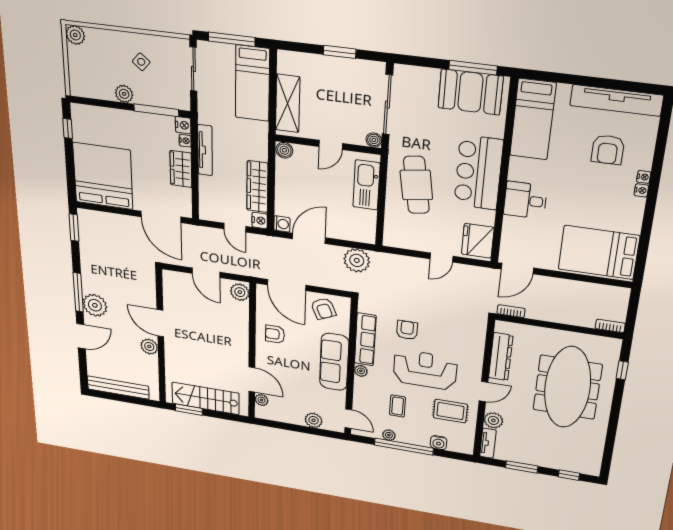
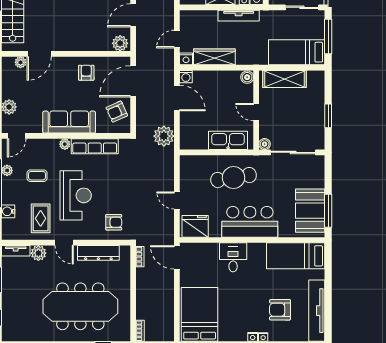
armchair: (407, 330) -> (114, 222), moved

